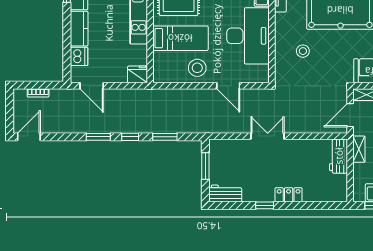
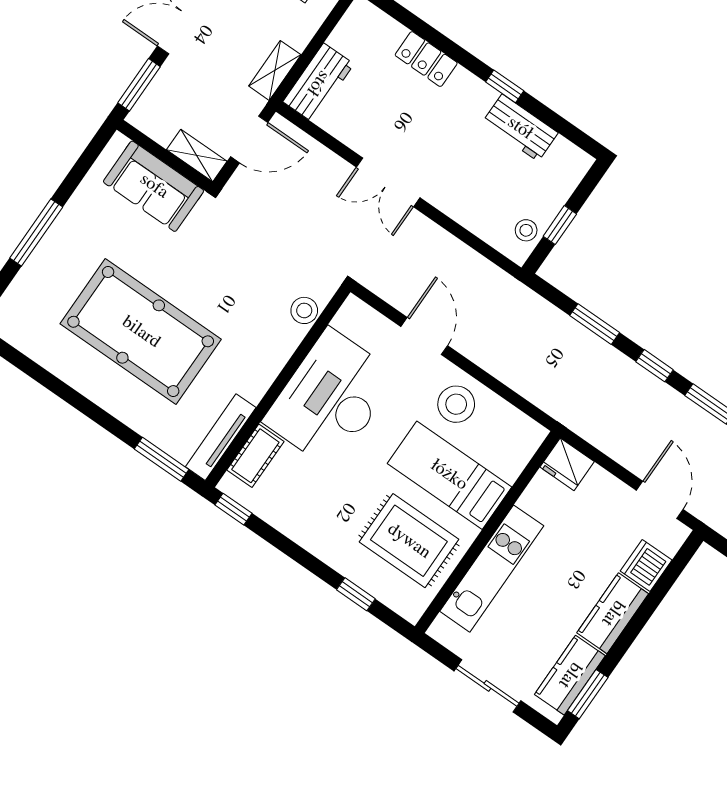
stool: (303, 51) -> (304, 310), moved
double door: (268, 136) -> (388, 182), moved
stool: (217, 155) -> (526, 230), added
window: (205, 166) -> (560, 225), width x0.67
workbench: (225, 193) -> (520, 128), moved
locker: (289, 195) -> (426, 59), moved

